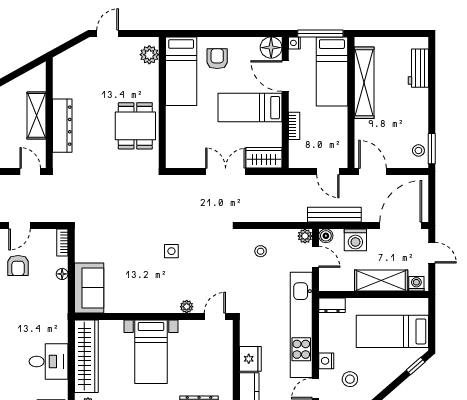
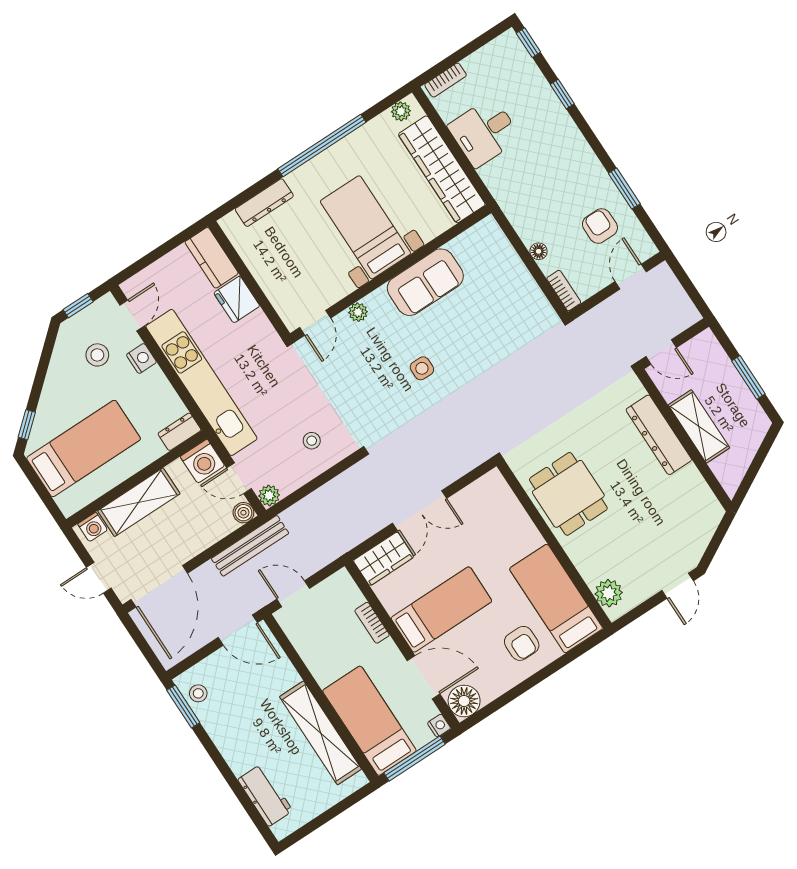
washing machine: (355, 240) -> (202, 461), moved, turned 180
sofa: (89, 288) -> (425, 282), moved, turned -90

